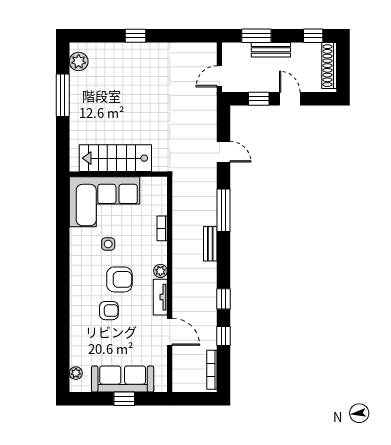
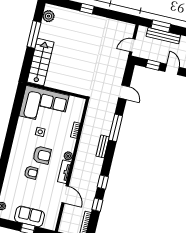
bench: (271, 50) -> (163, 36), width x1.36
stairs: (115, 158) -> (40, 62), moved, turned 90
sofa: (123, 379) -> (30, 216), width x0.73

